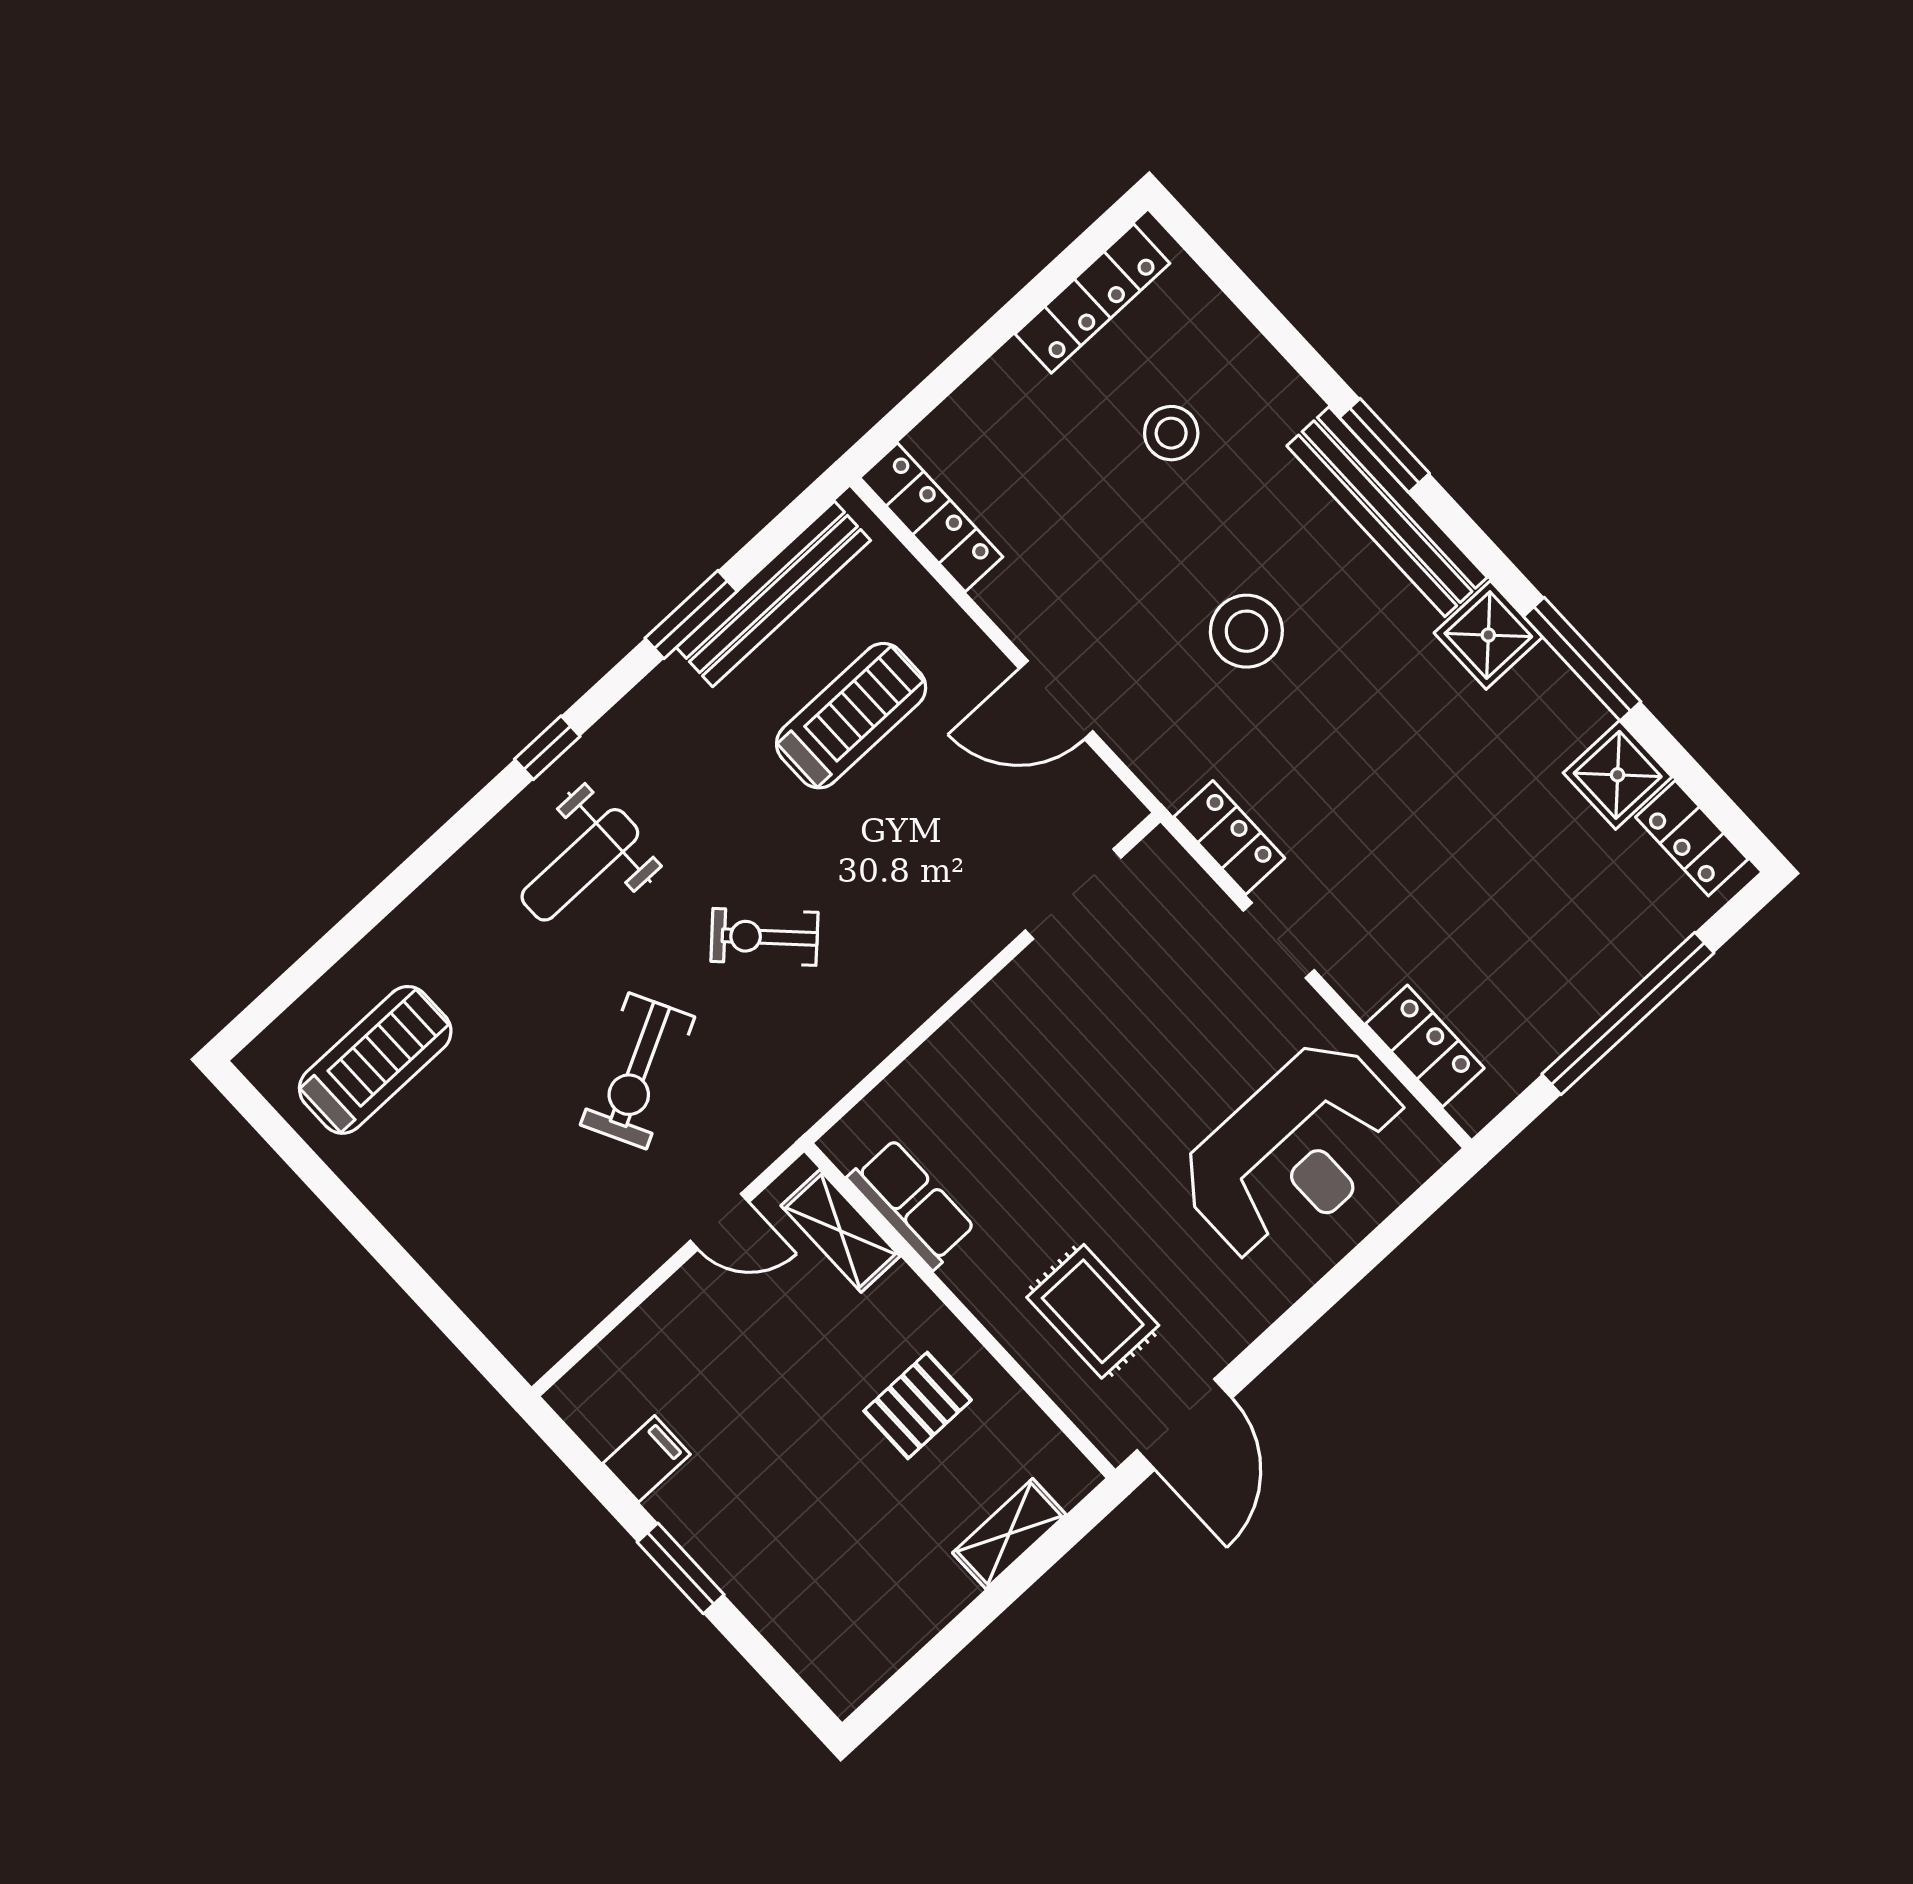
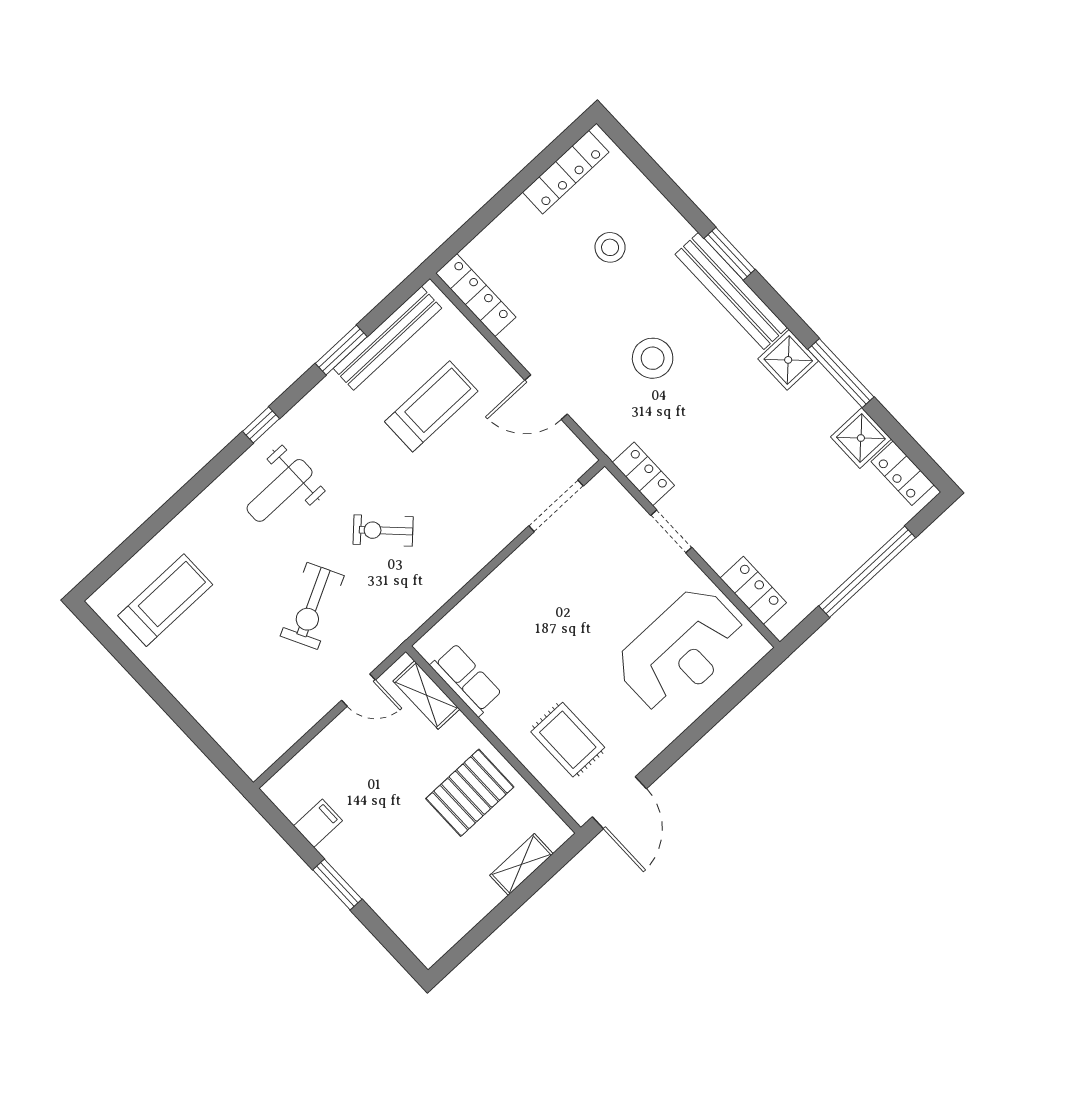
pallet: (918, 1405) -> (470, 793), width x1.50, depth x1.42

